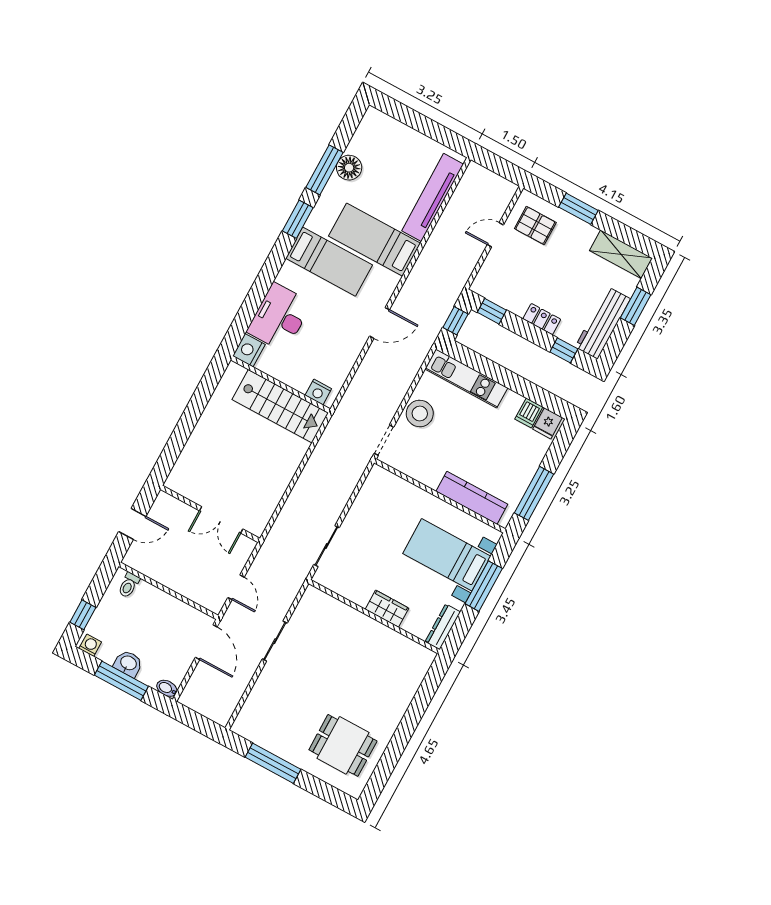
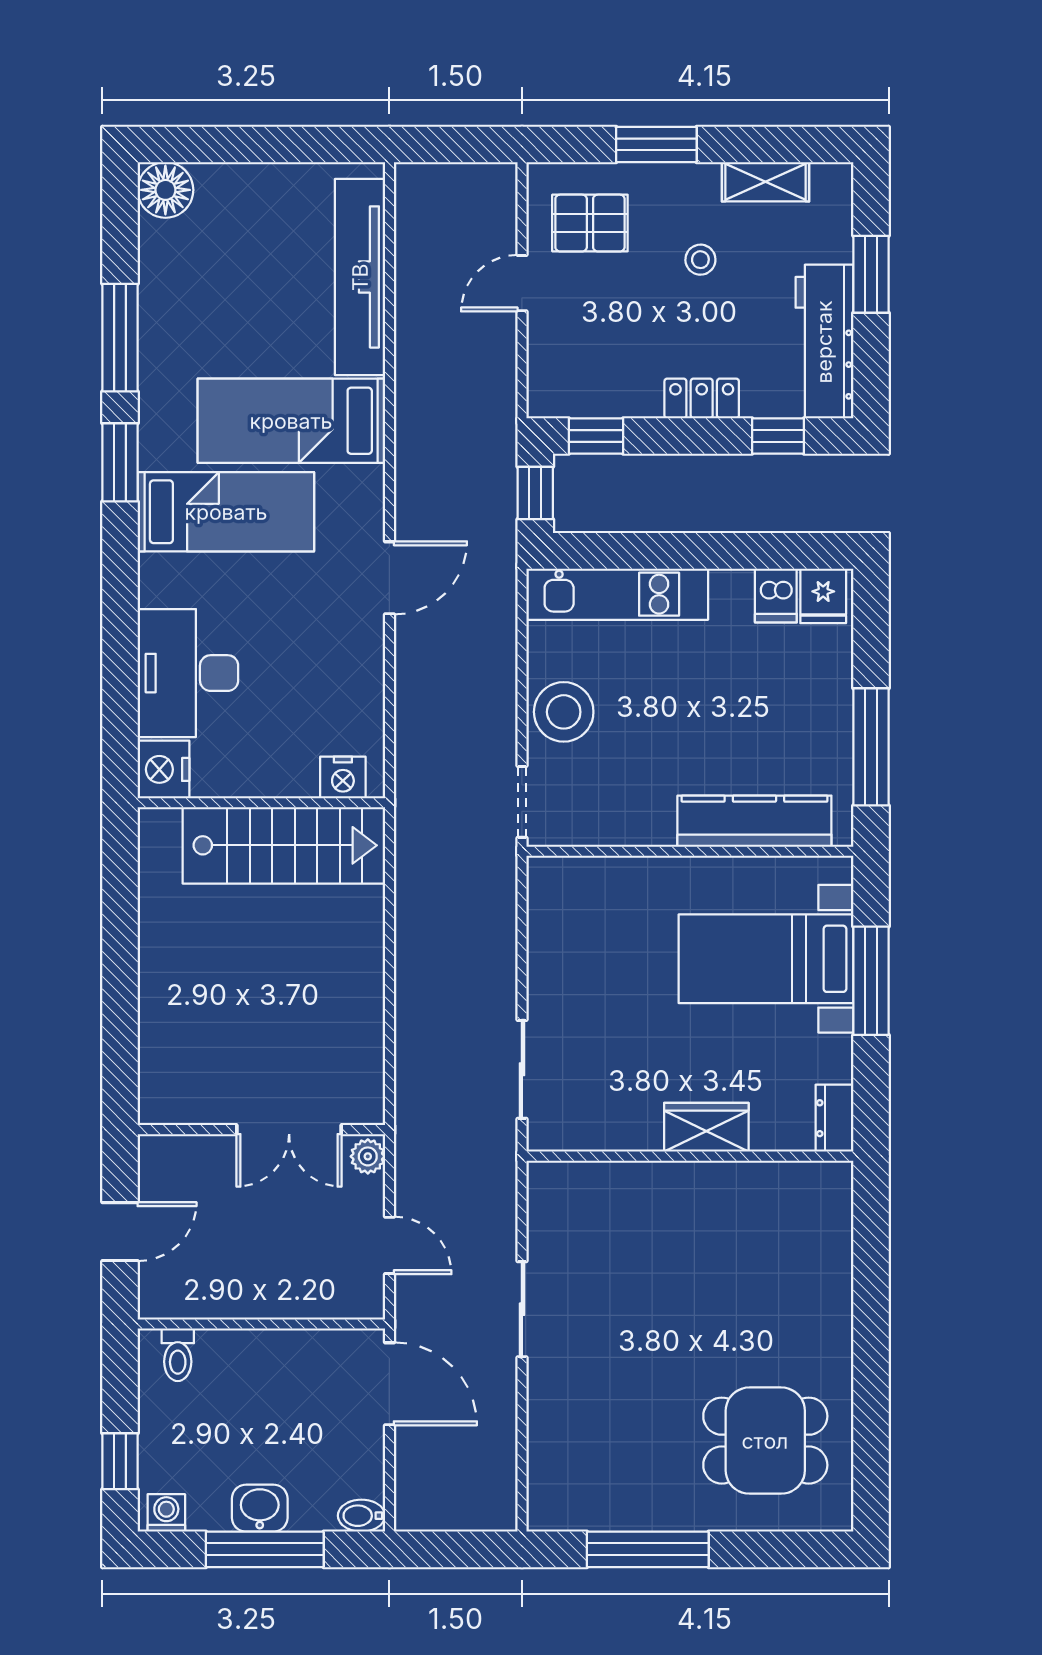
floor lamp: (349, 168) -> (165, 190), moved
shelving: (621, 254) -> (765, 182), width x0.67, depth x0.75
stool: (571, 264) -> (700, 260), added
plant: (247, 547) -> (368, 1156), added
dresser: (443, 627) -> (834, 1118), width x0.70

